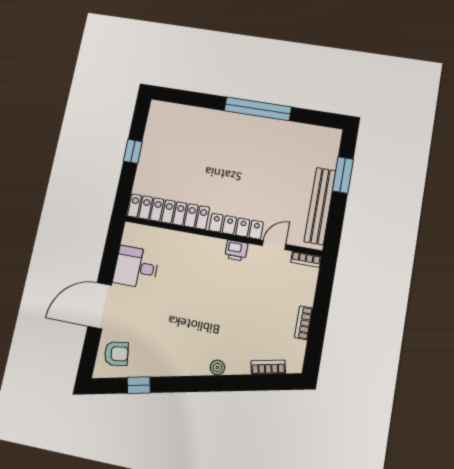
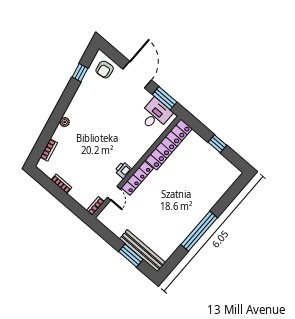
bench: (320, 206) -> (142, 251), moved
window: (111, 252) -> (165, 98), added
desk: (136, 267) -> (155, 115), moved

